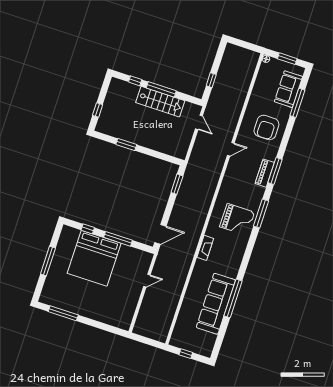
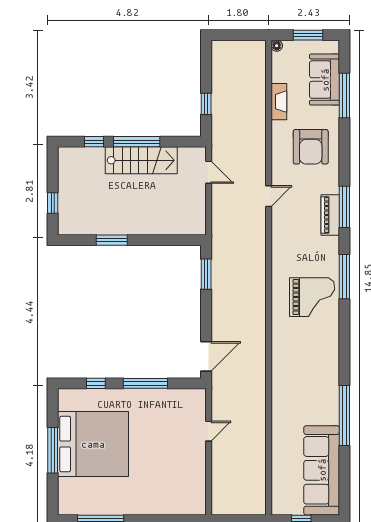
fireplace: (205, 248) -> (279, 102), moved
bed: (94, 258) -> (93, 444), moved, turned -90
sofa: (216, 304) -> (322, 470), moved

